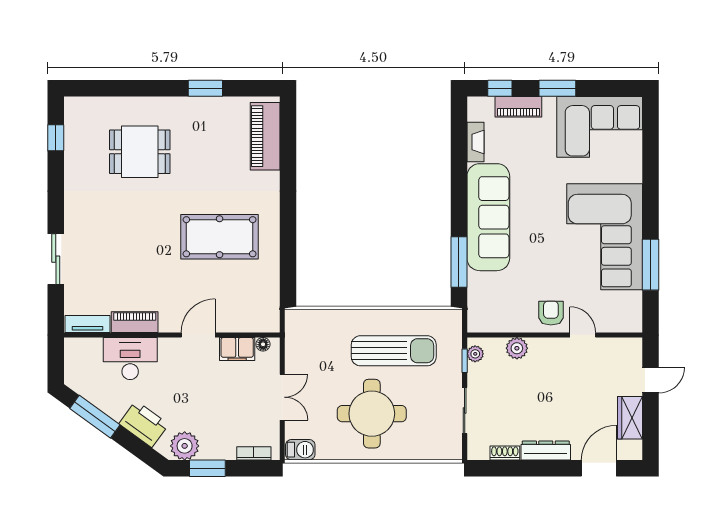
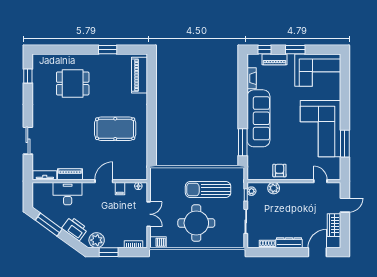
armchair: (551, 313) -> (279, 170), moved
door: (583, 335) -> (320, 181), moved
filing cabinet: (237, 349) -> (120, 189), width x0.50
sun lounger: (394, 351) -> (208, 190), turned 180

